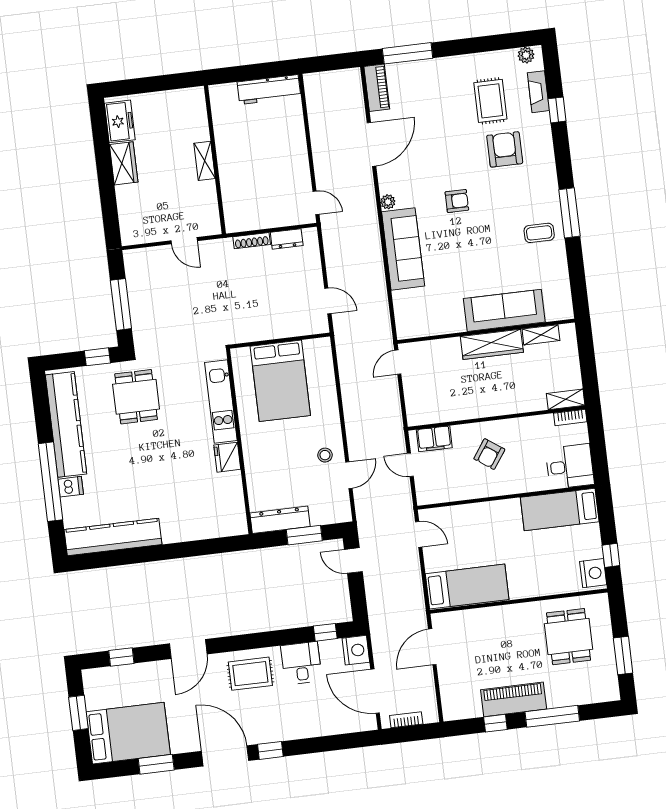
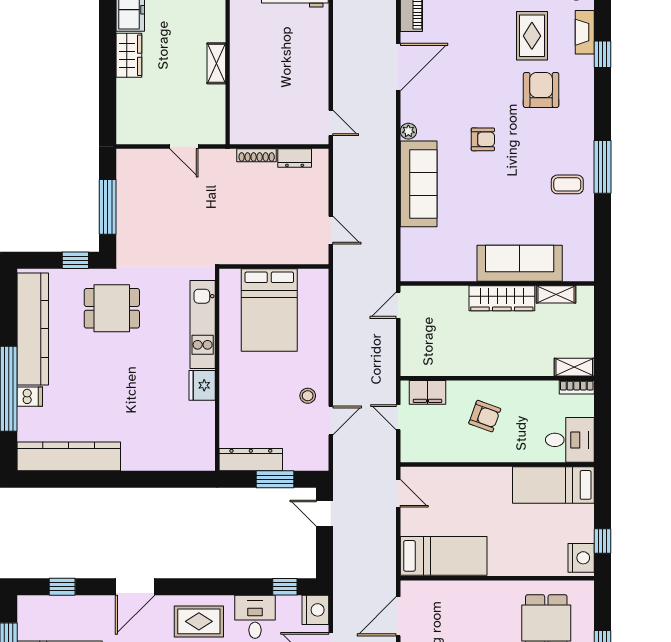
dining table: (136, 397) -> (112, 308), turned 90
armchair: (489, 454) -> (485, 416), turned -105

